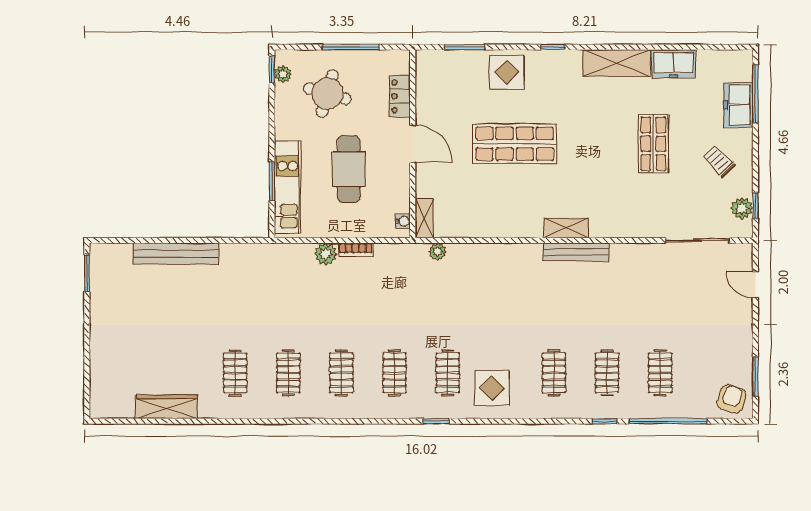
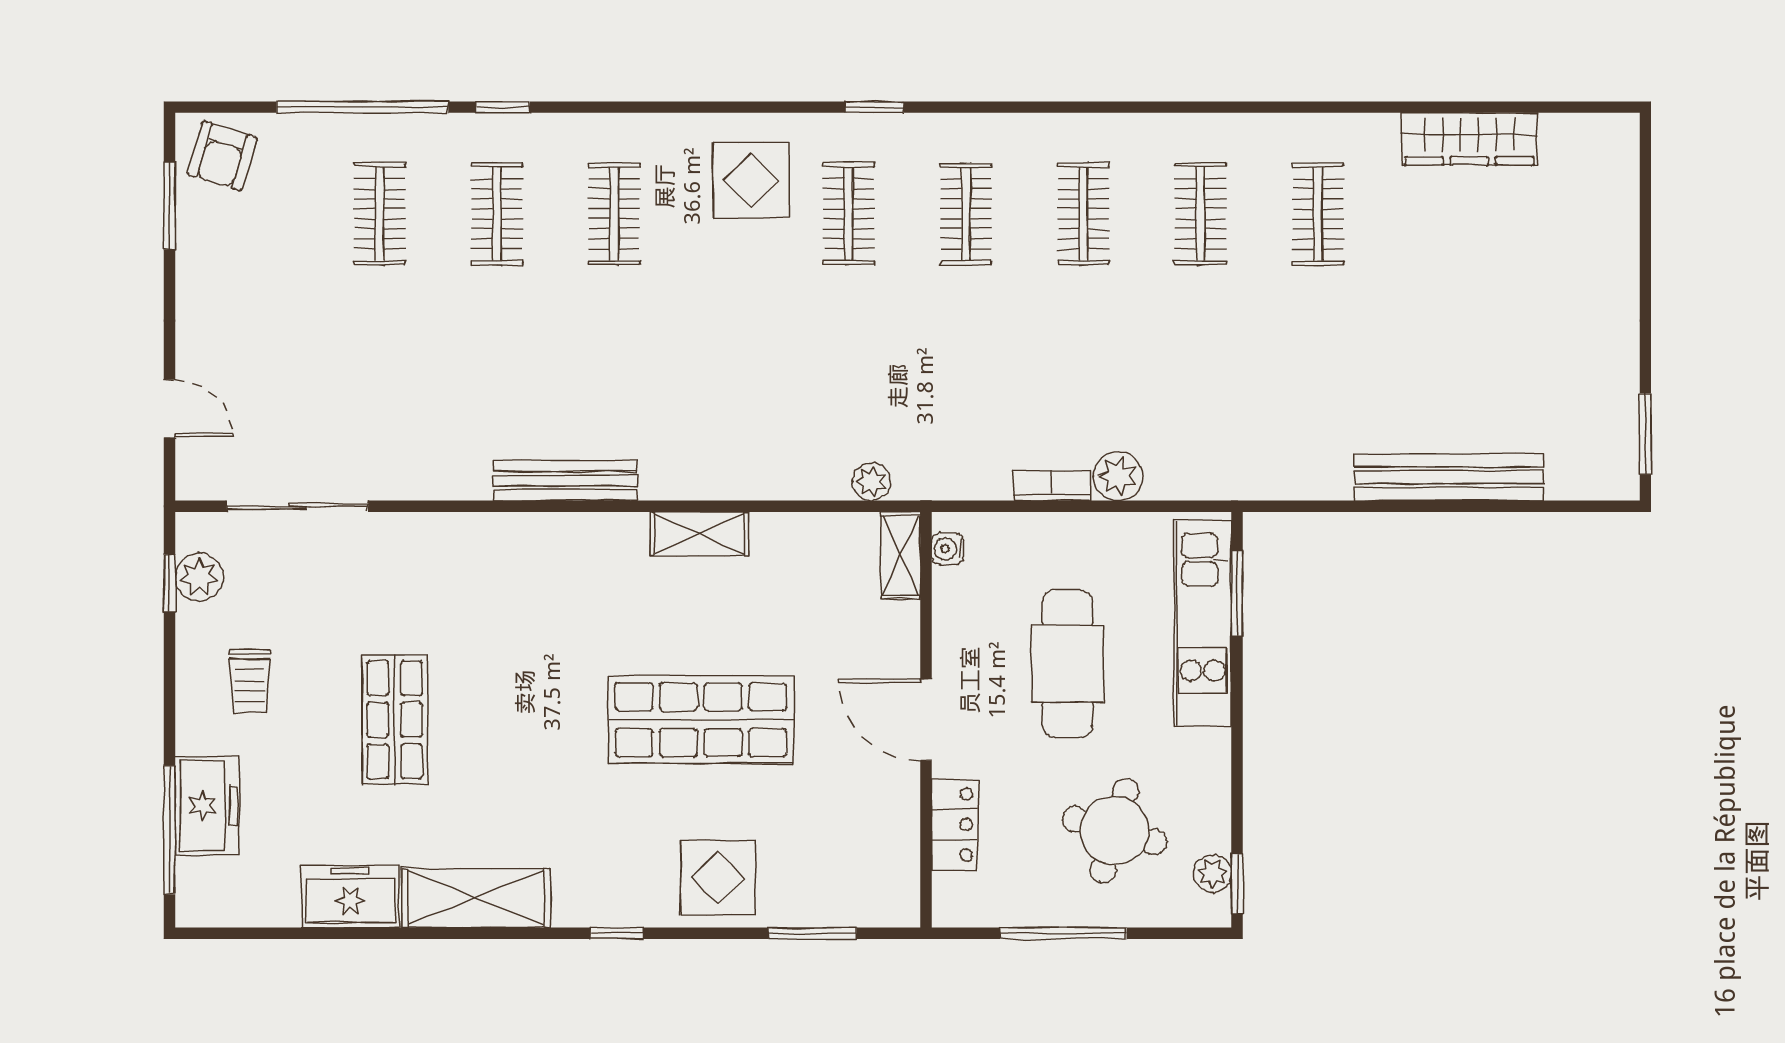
trolley: (719, 161) -> (249, 681), turned 44
window: (272, 181) -> (1237, 593), moved
shelving: (566, 228) -> (699, 534), moved

